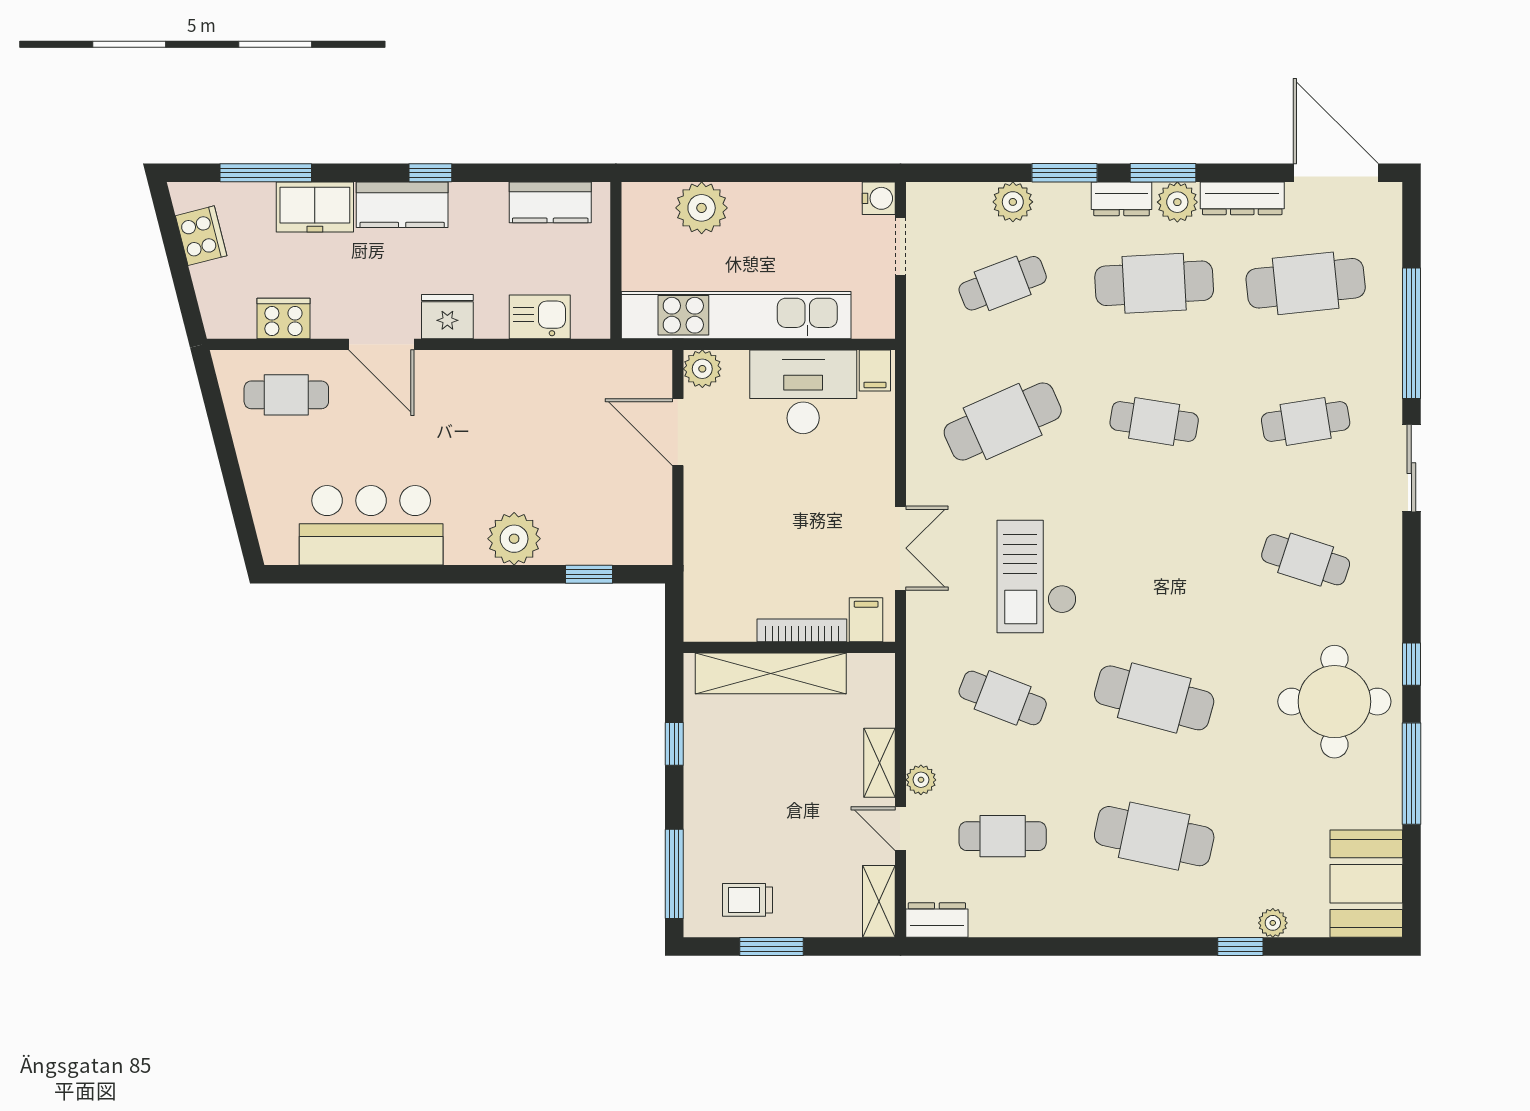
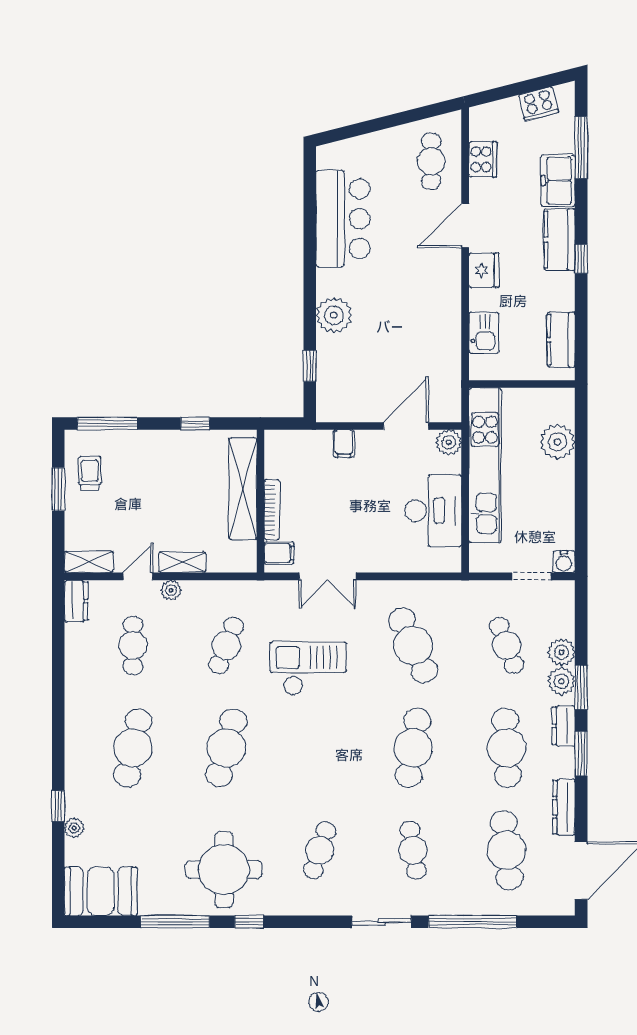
plant: (1177, 202) -> (561, 681), moved
filing cabinet: (875, 370) -> (344, 444), moved, turned -90
cafe table: (1154, 421) -> (413, 748), width x1.37, depth x1.35

